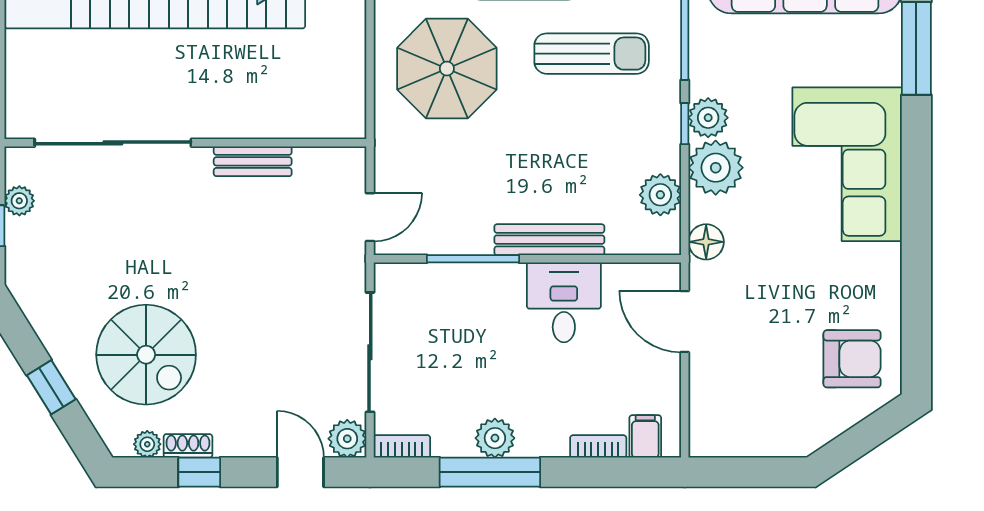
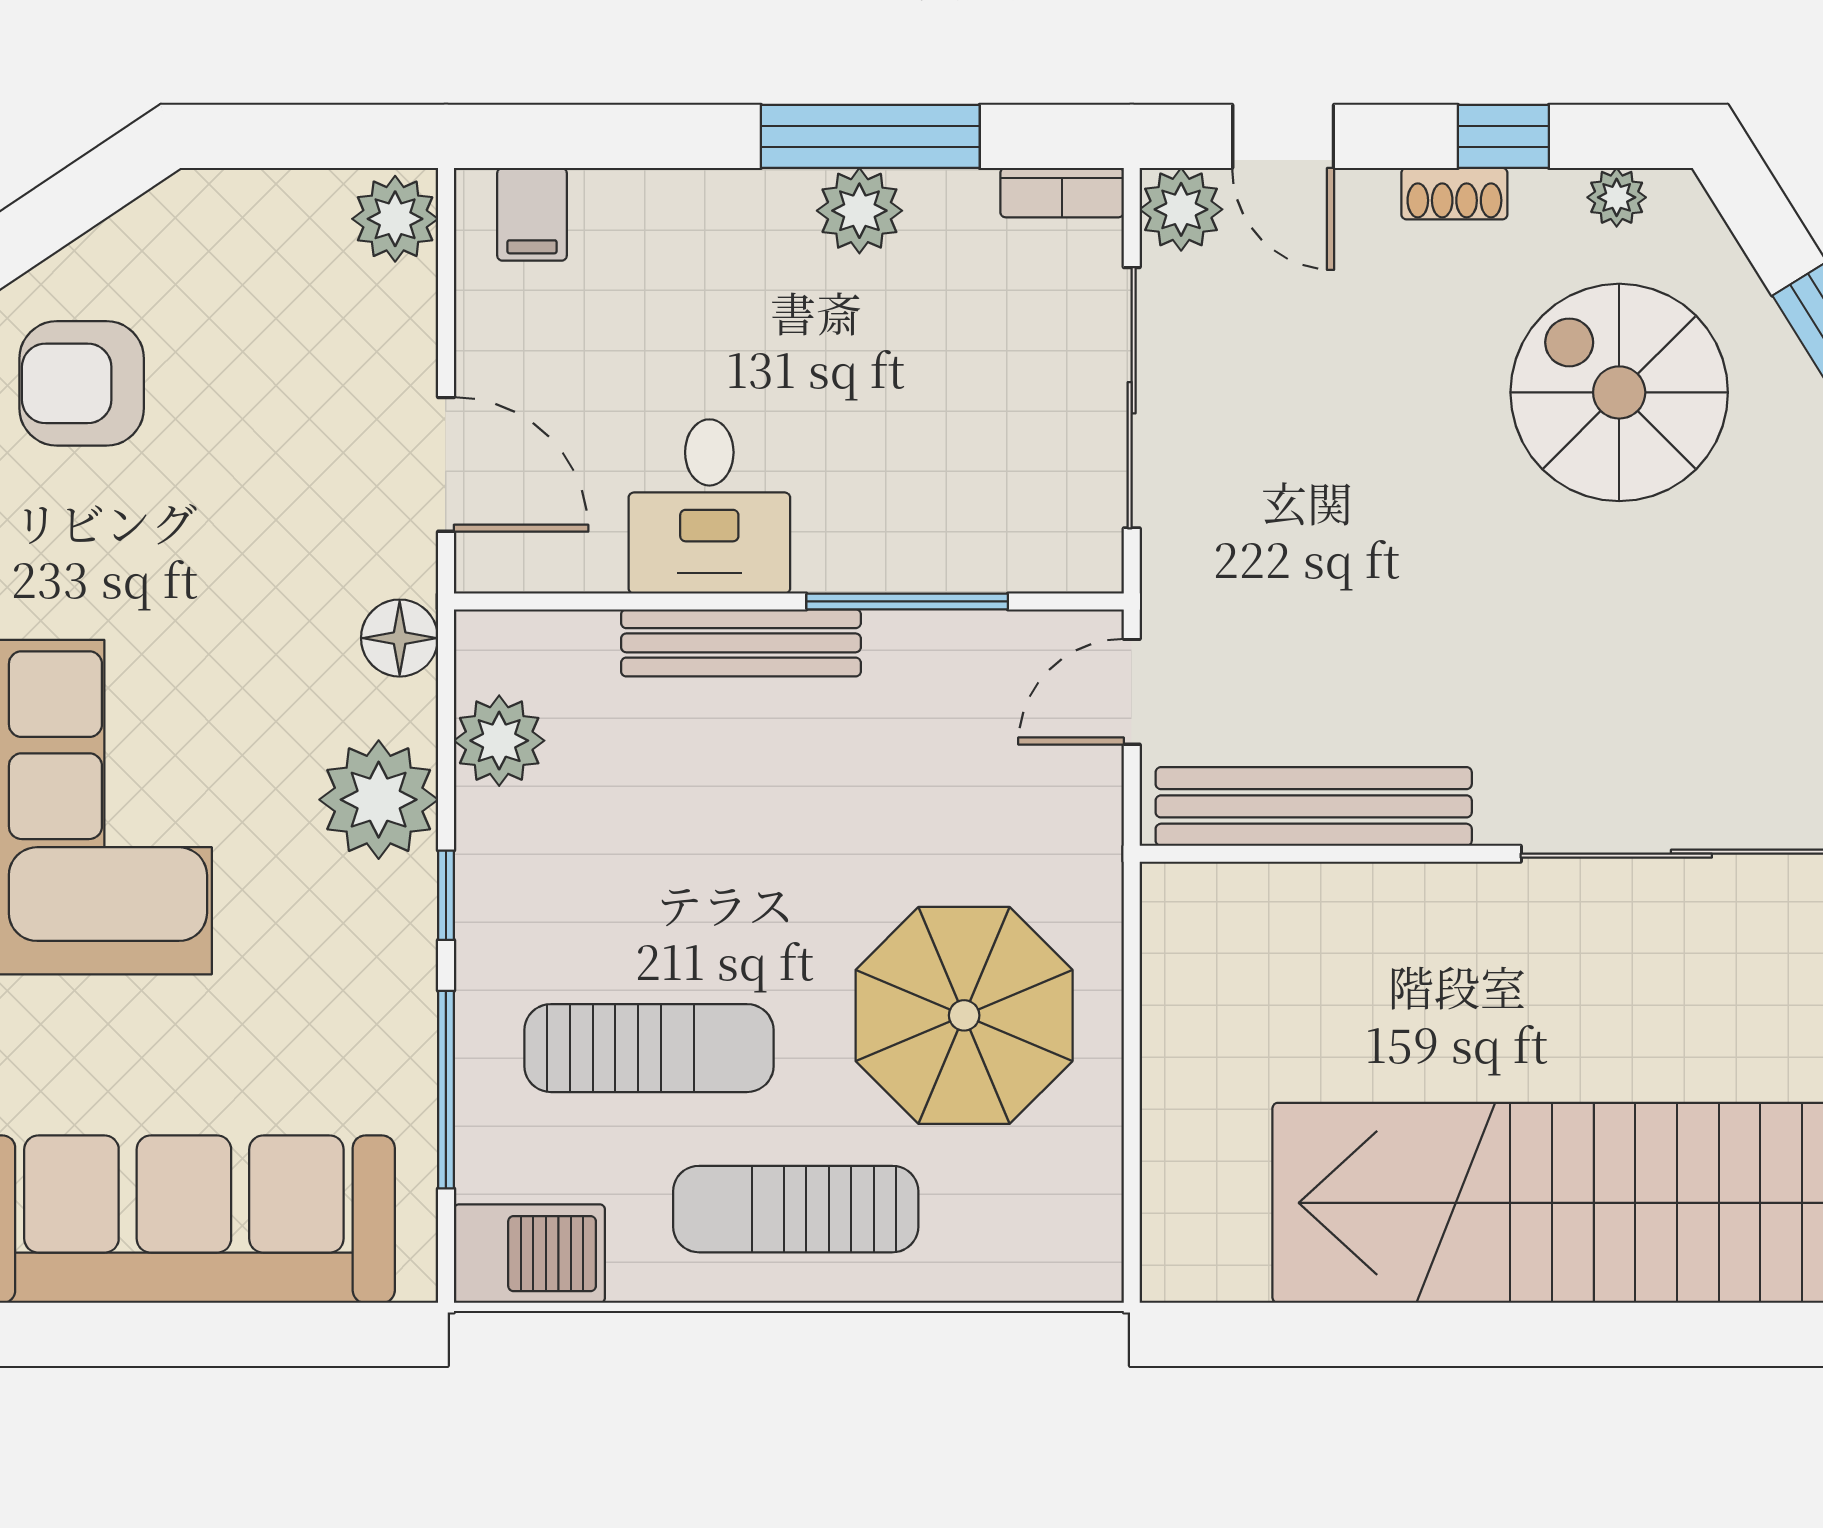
sun lounger: (592, 54) -> (649, 1048), turned 180
plant: (708, 118) -> (395, 219), moved
bench: (253, 161) -> (1314, 806), width x1.86, depth x1.21
shoe rack: (188, 446) -> (1454, 194), moved
bookcase: (598, 446) -> (634, 192), removed

